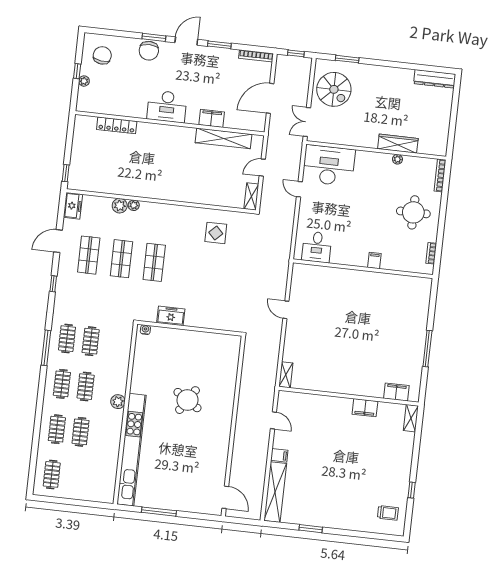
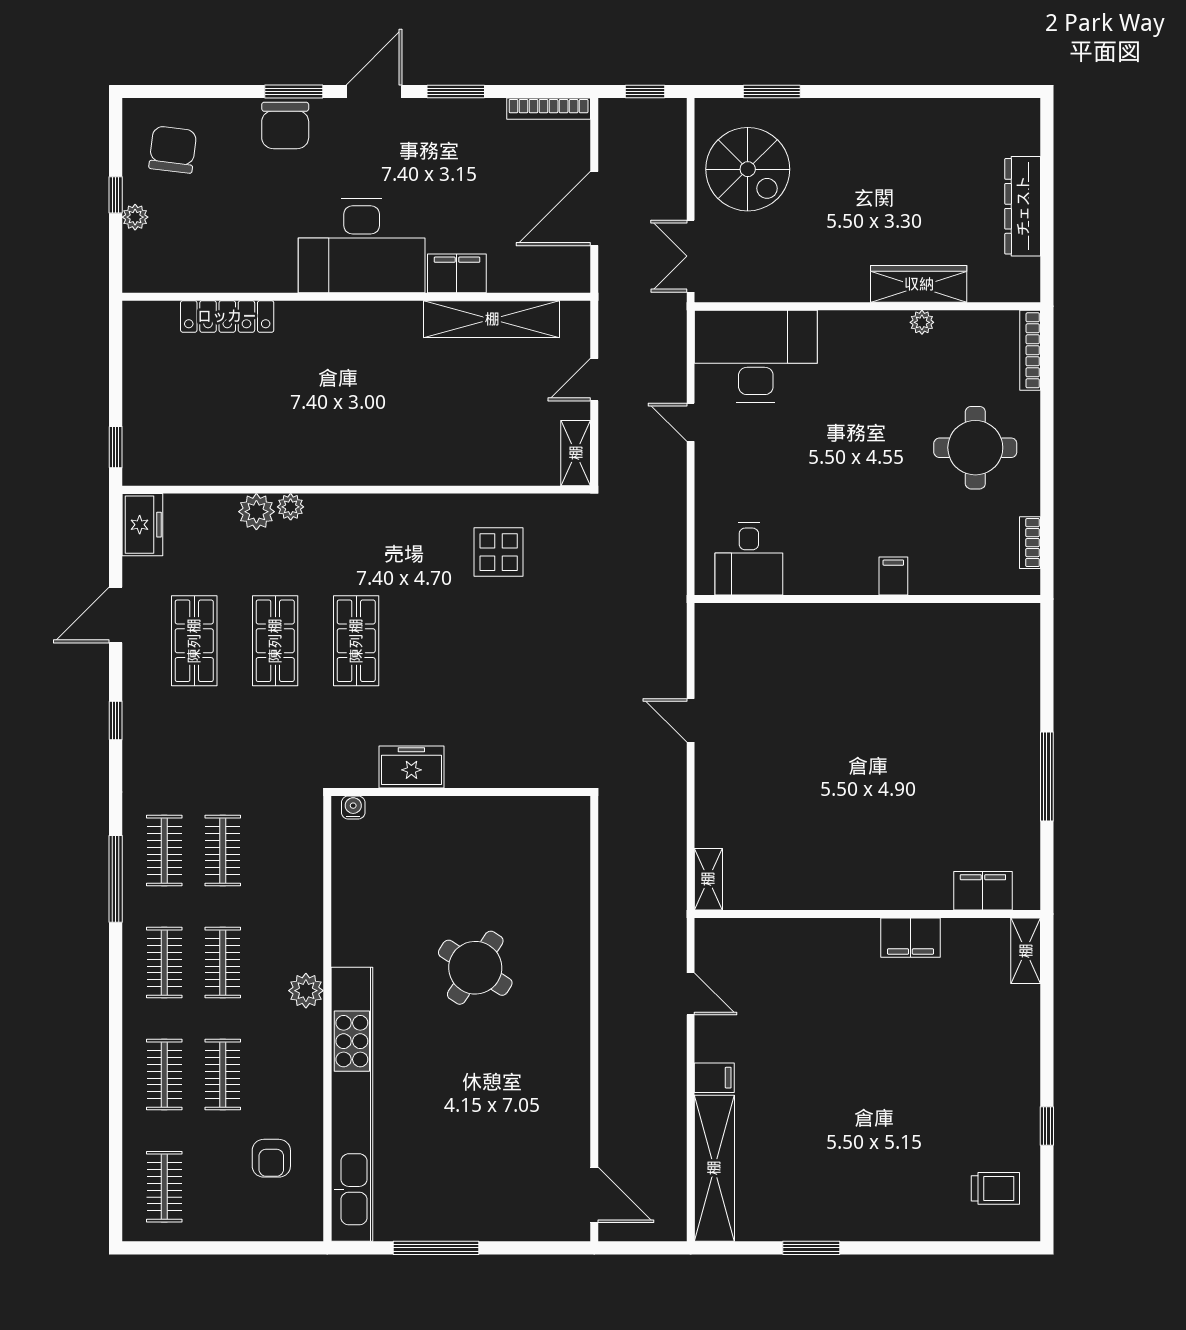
dresser: (435, 79) -> (1023, 206), moved, turned 90
desk: (167, 106) -> (362, 245), width x1.36, depth x1.30
armchair: (96, 468) -> (271, 1158), added

